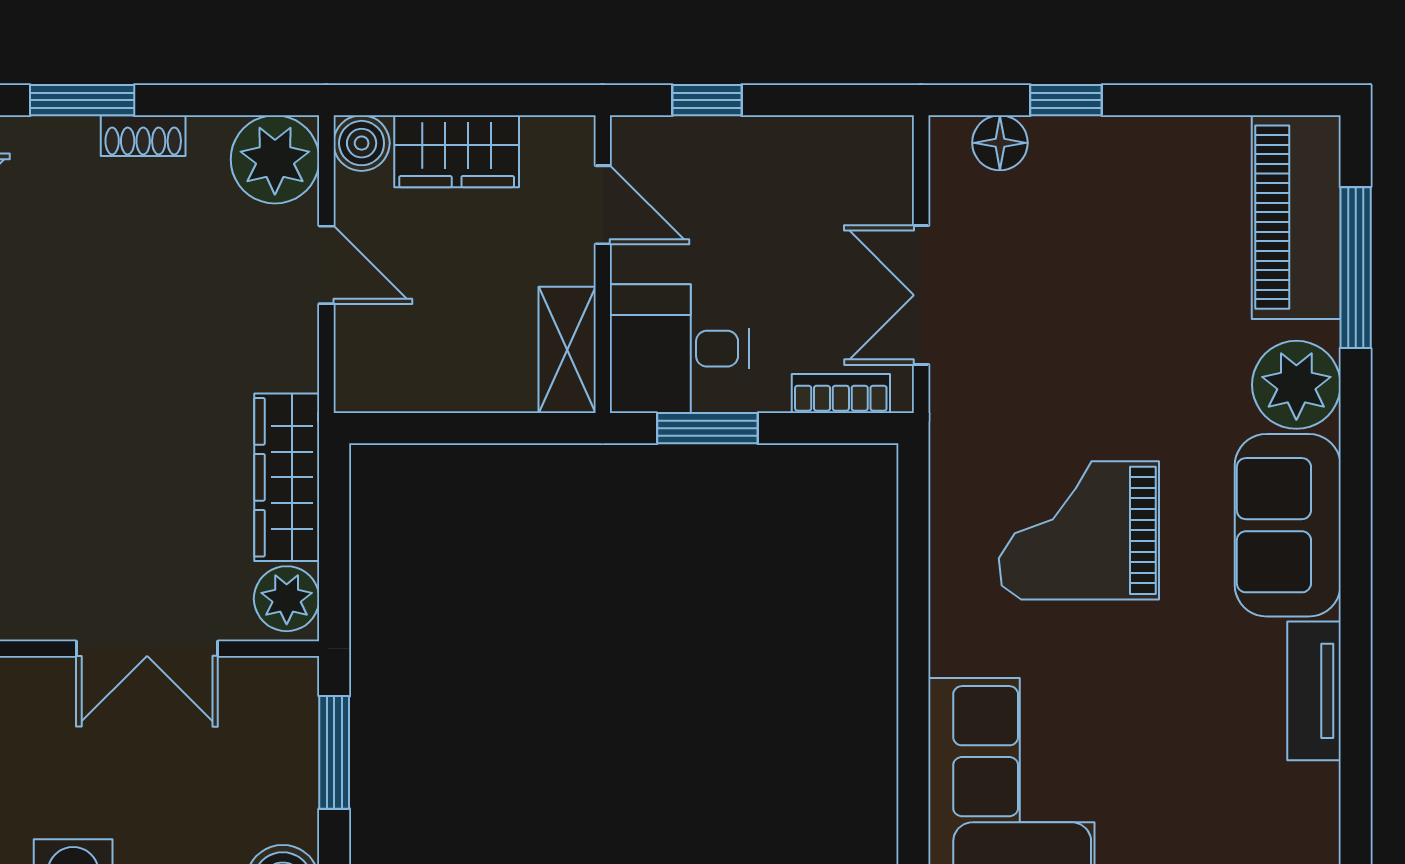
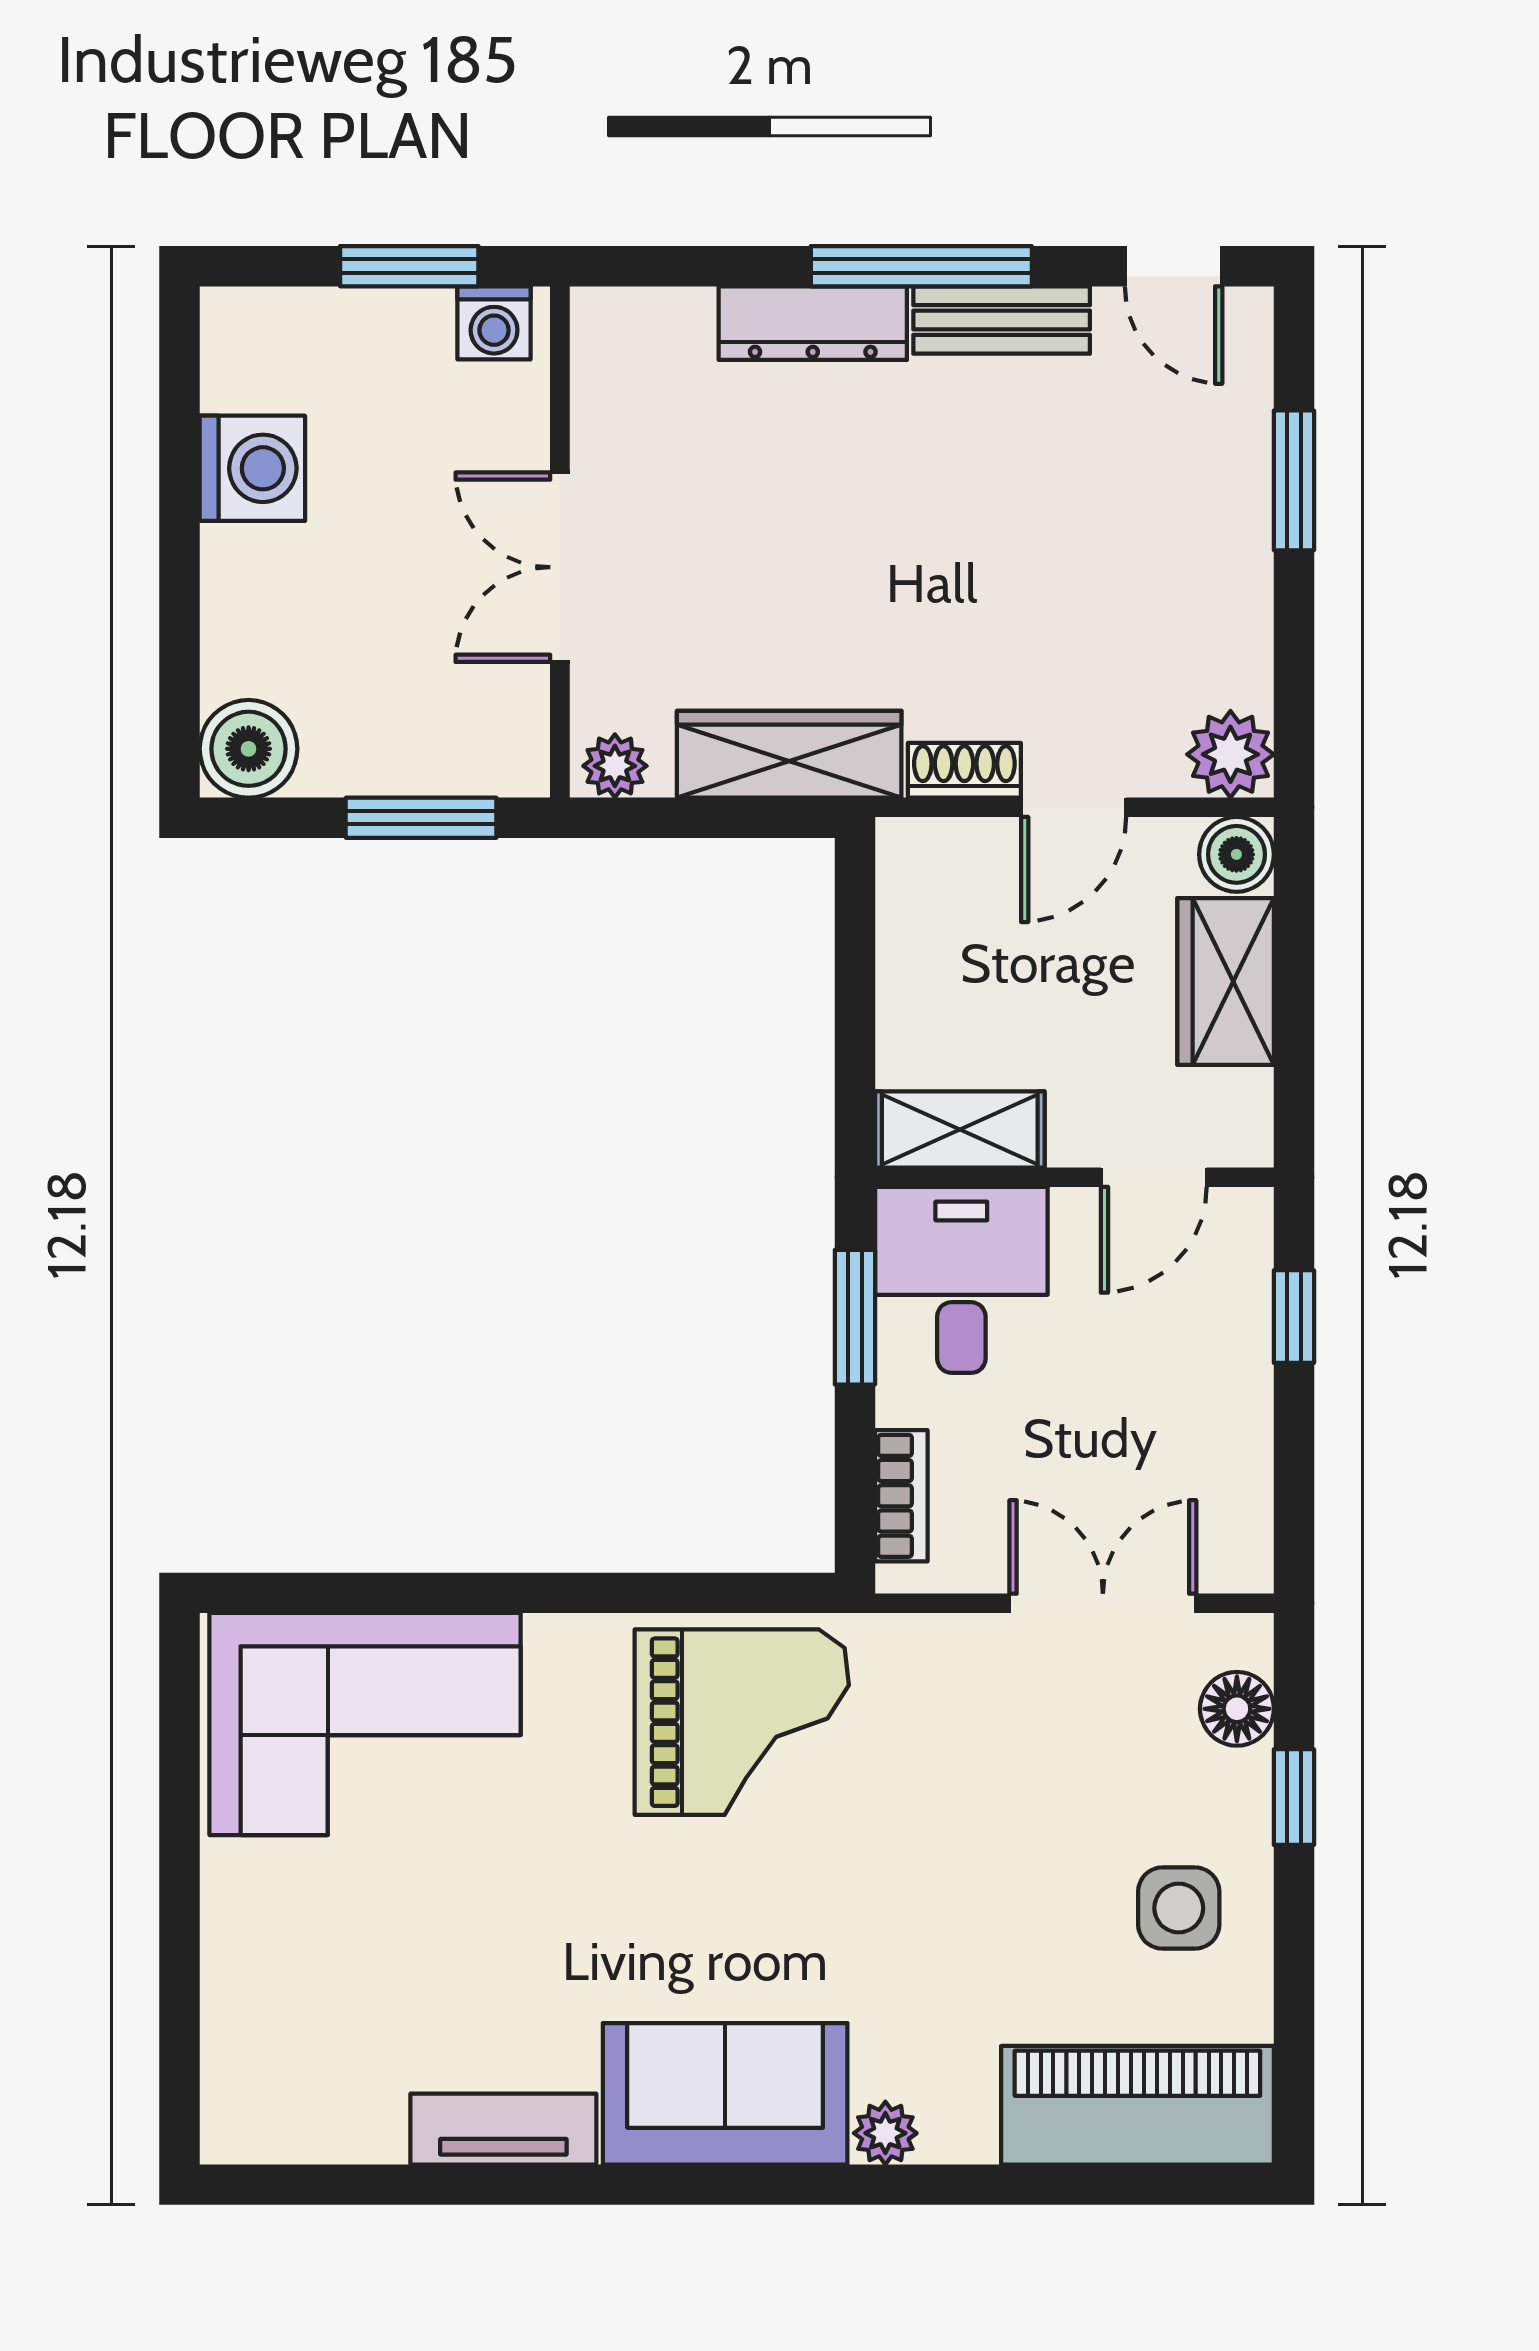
shoe rack: (143, 136) -> (964, 770), moved, turned 90
plant: (275, 159) -> (1230, 754), width x0.73, depth x0.73
side table: (1149, 186) -> (1179, 1908), added
window: (1356, 268) -> (1070, 2185), removed
double door: (921, 295) -> (1103, 1603), moved
plant: (1296, 385) -> (885, 2133), width x0.53, depth x0.53
grand piano: (1079, 530) -> (742, 1722), moved, turned 90
plant: (287, 599) -> (615, 766), width x0.73, depth x0.73

